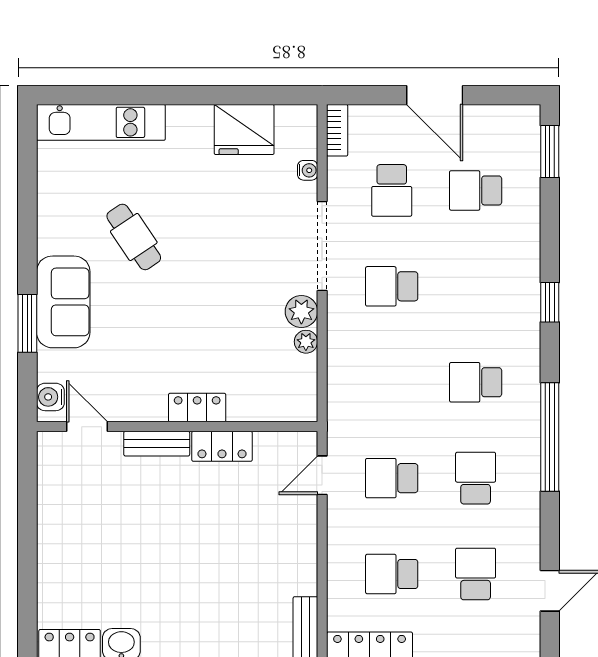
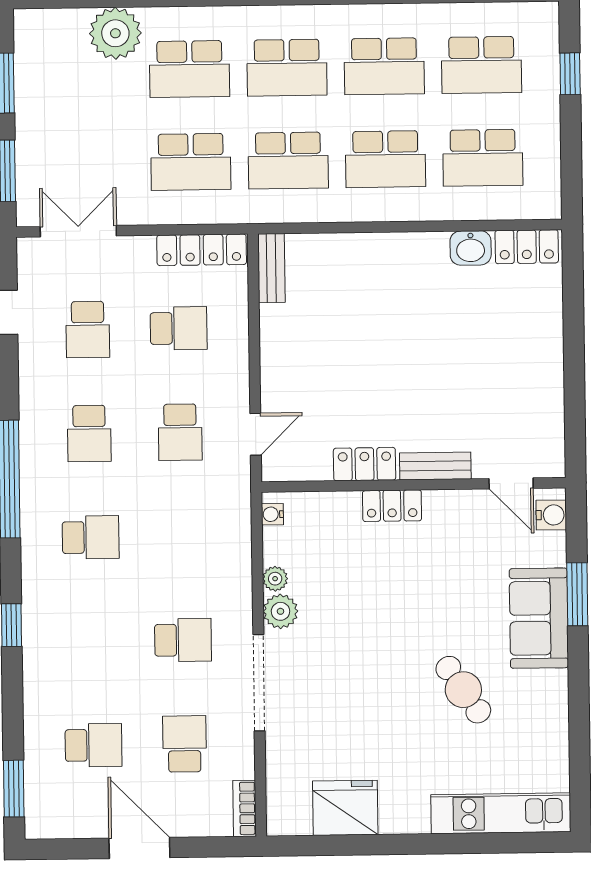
water cooler: (308, 170) -> (272, 514), moved
school desk: (392, 478) -> (180, 432), turned 90

